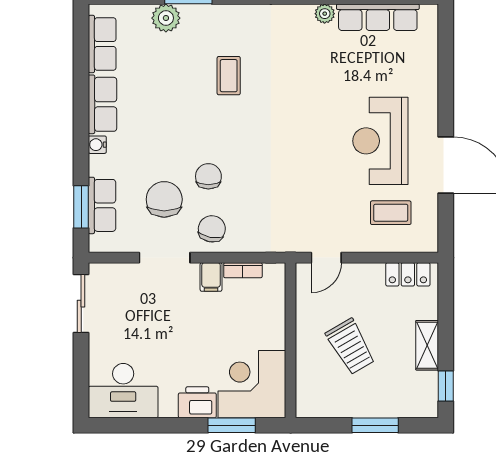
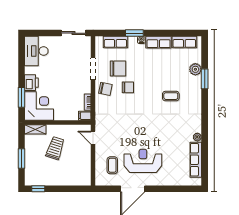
window: (81, 207) -> (134, 33), moved
locker: (408, 274) -> (86, 173), removed
filing cabinet: (211, 277) -> (85, 116), moved
shelving: (427, 345) -> (35, 129), moved
trolley: (351, 346) -> (55, 148), turned 138

